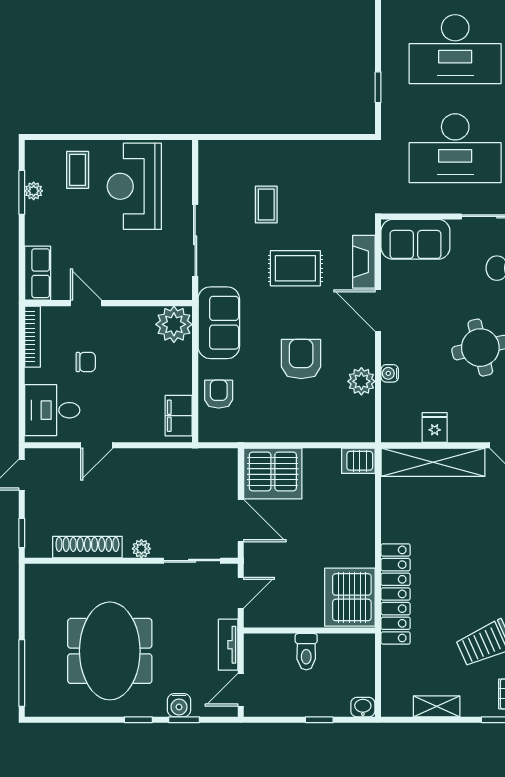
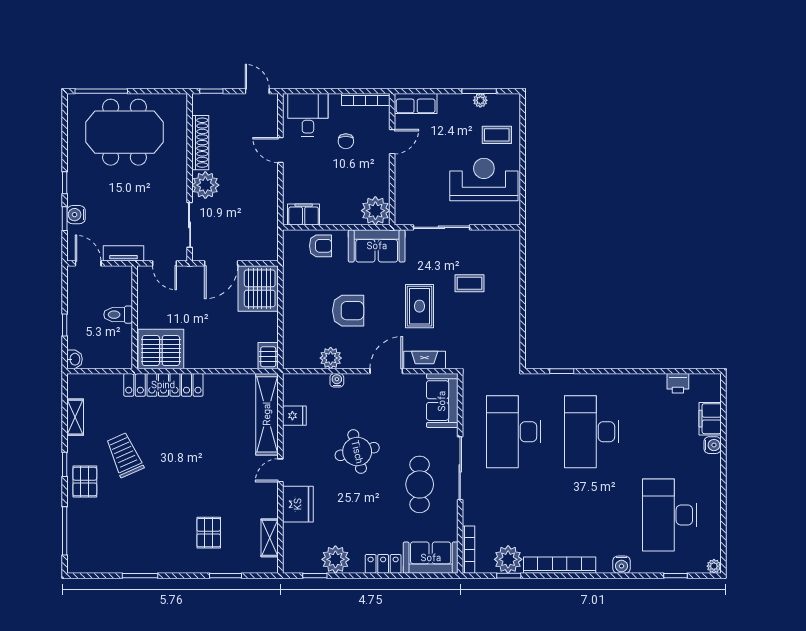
plant: (141, 549) -> (205, 185), width x1.88, depth x1.88
meeting table: (110, 651) -> (125, 132), moved

